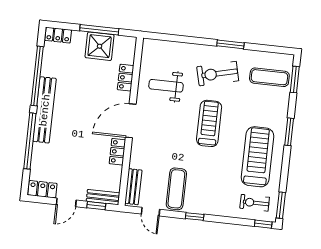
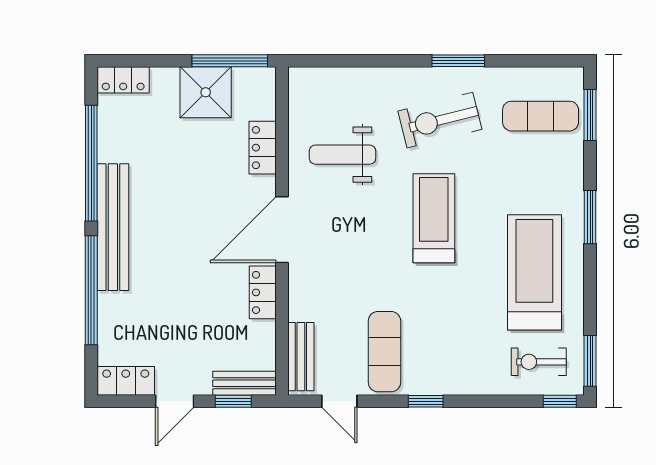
window: (99, 30) -> (230, 61), moved

